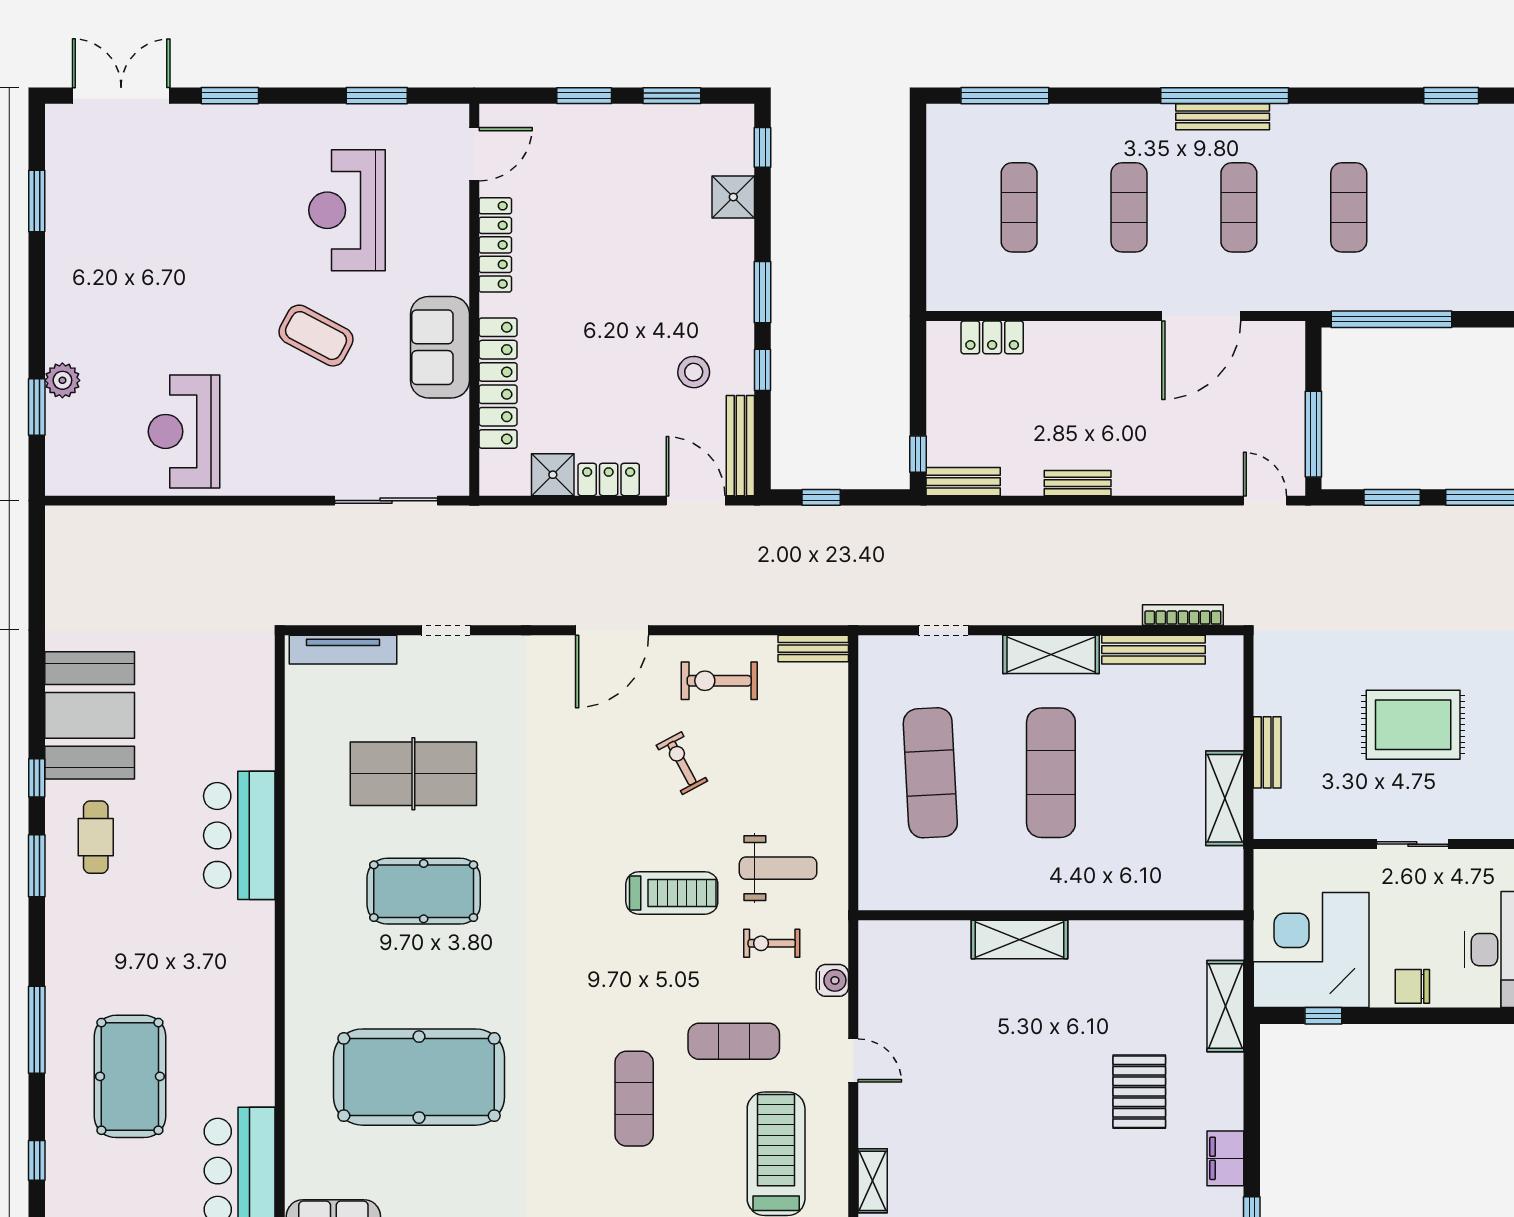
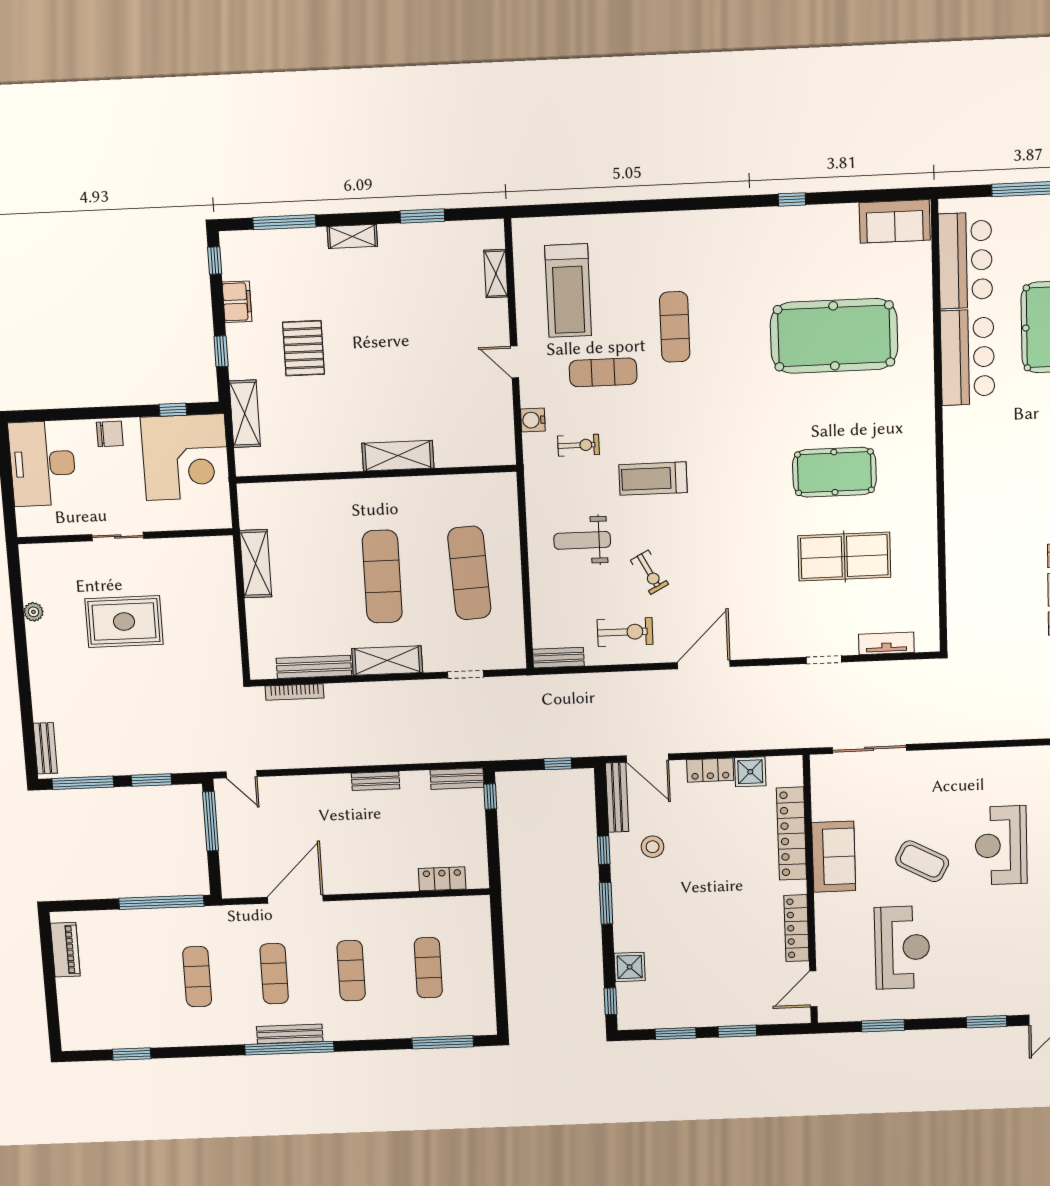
reception desk: (184, 431) -> (1001, 845), moved, turned 180
tv unit: (343, 650) -> (886, 643), width x0.71
bench: (1267, 752) -> (227, 598), removed
bar counter: (239, 835) -> (967, 357), moved
weight bench: (778, 868) -> (582, 540), moved
window: (1252, 1092) -> (221, 351), added

